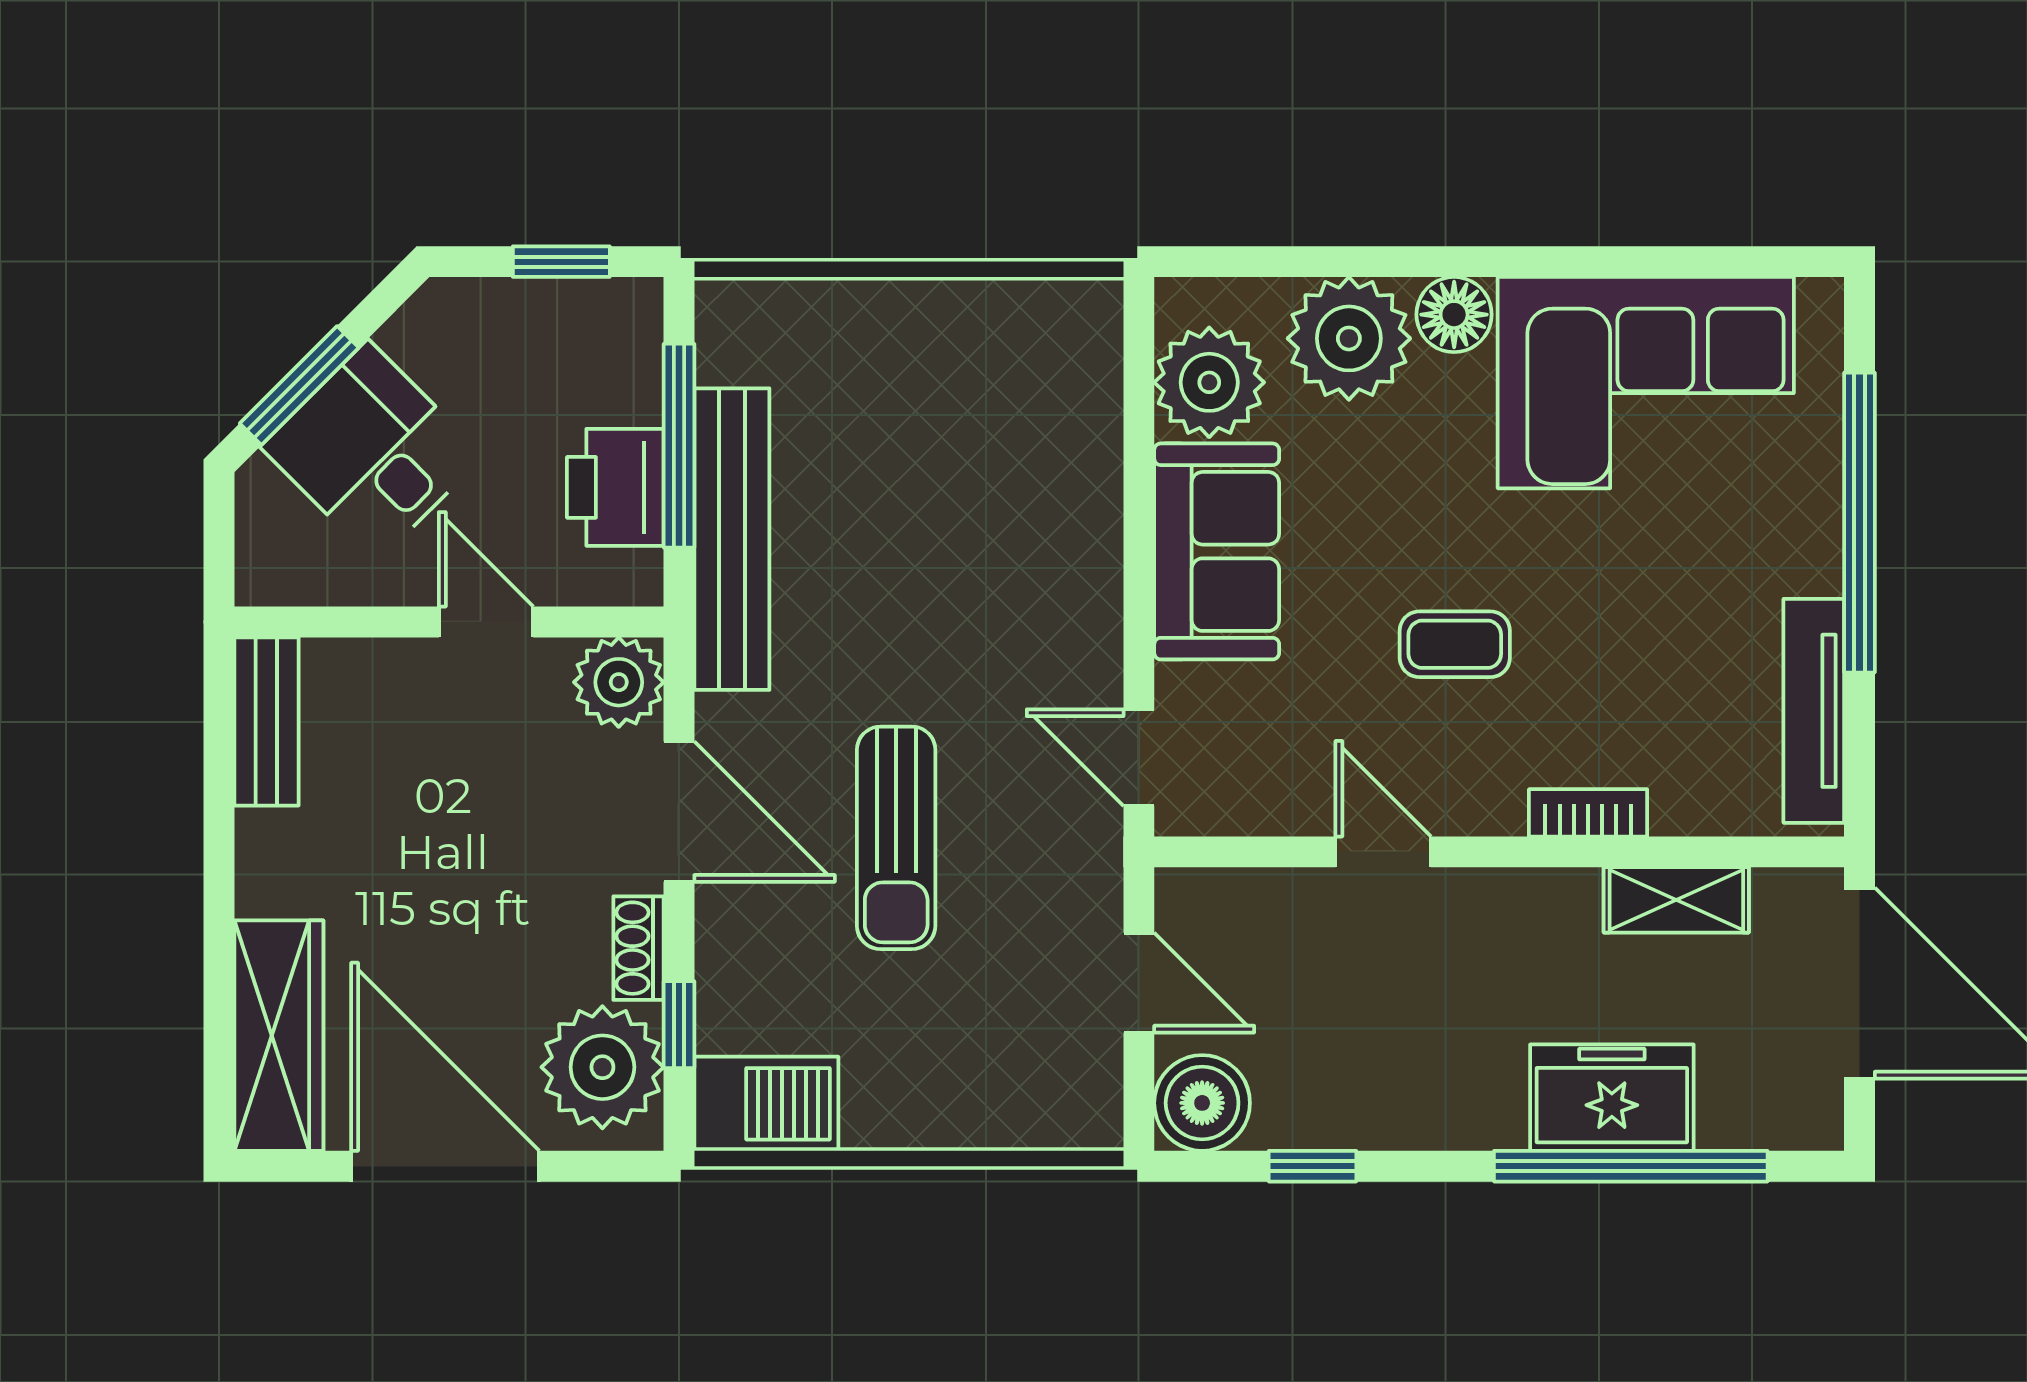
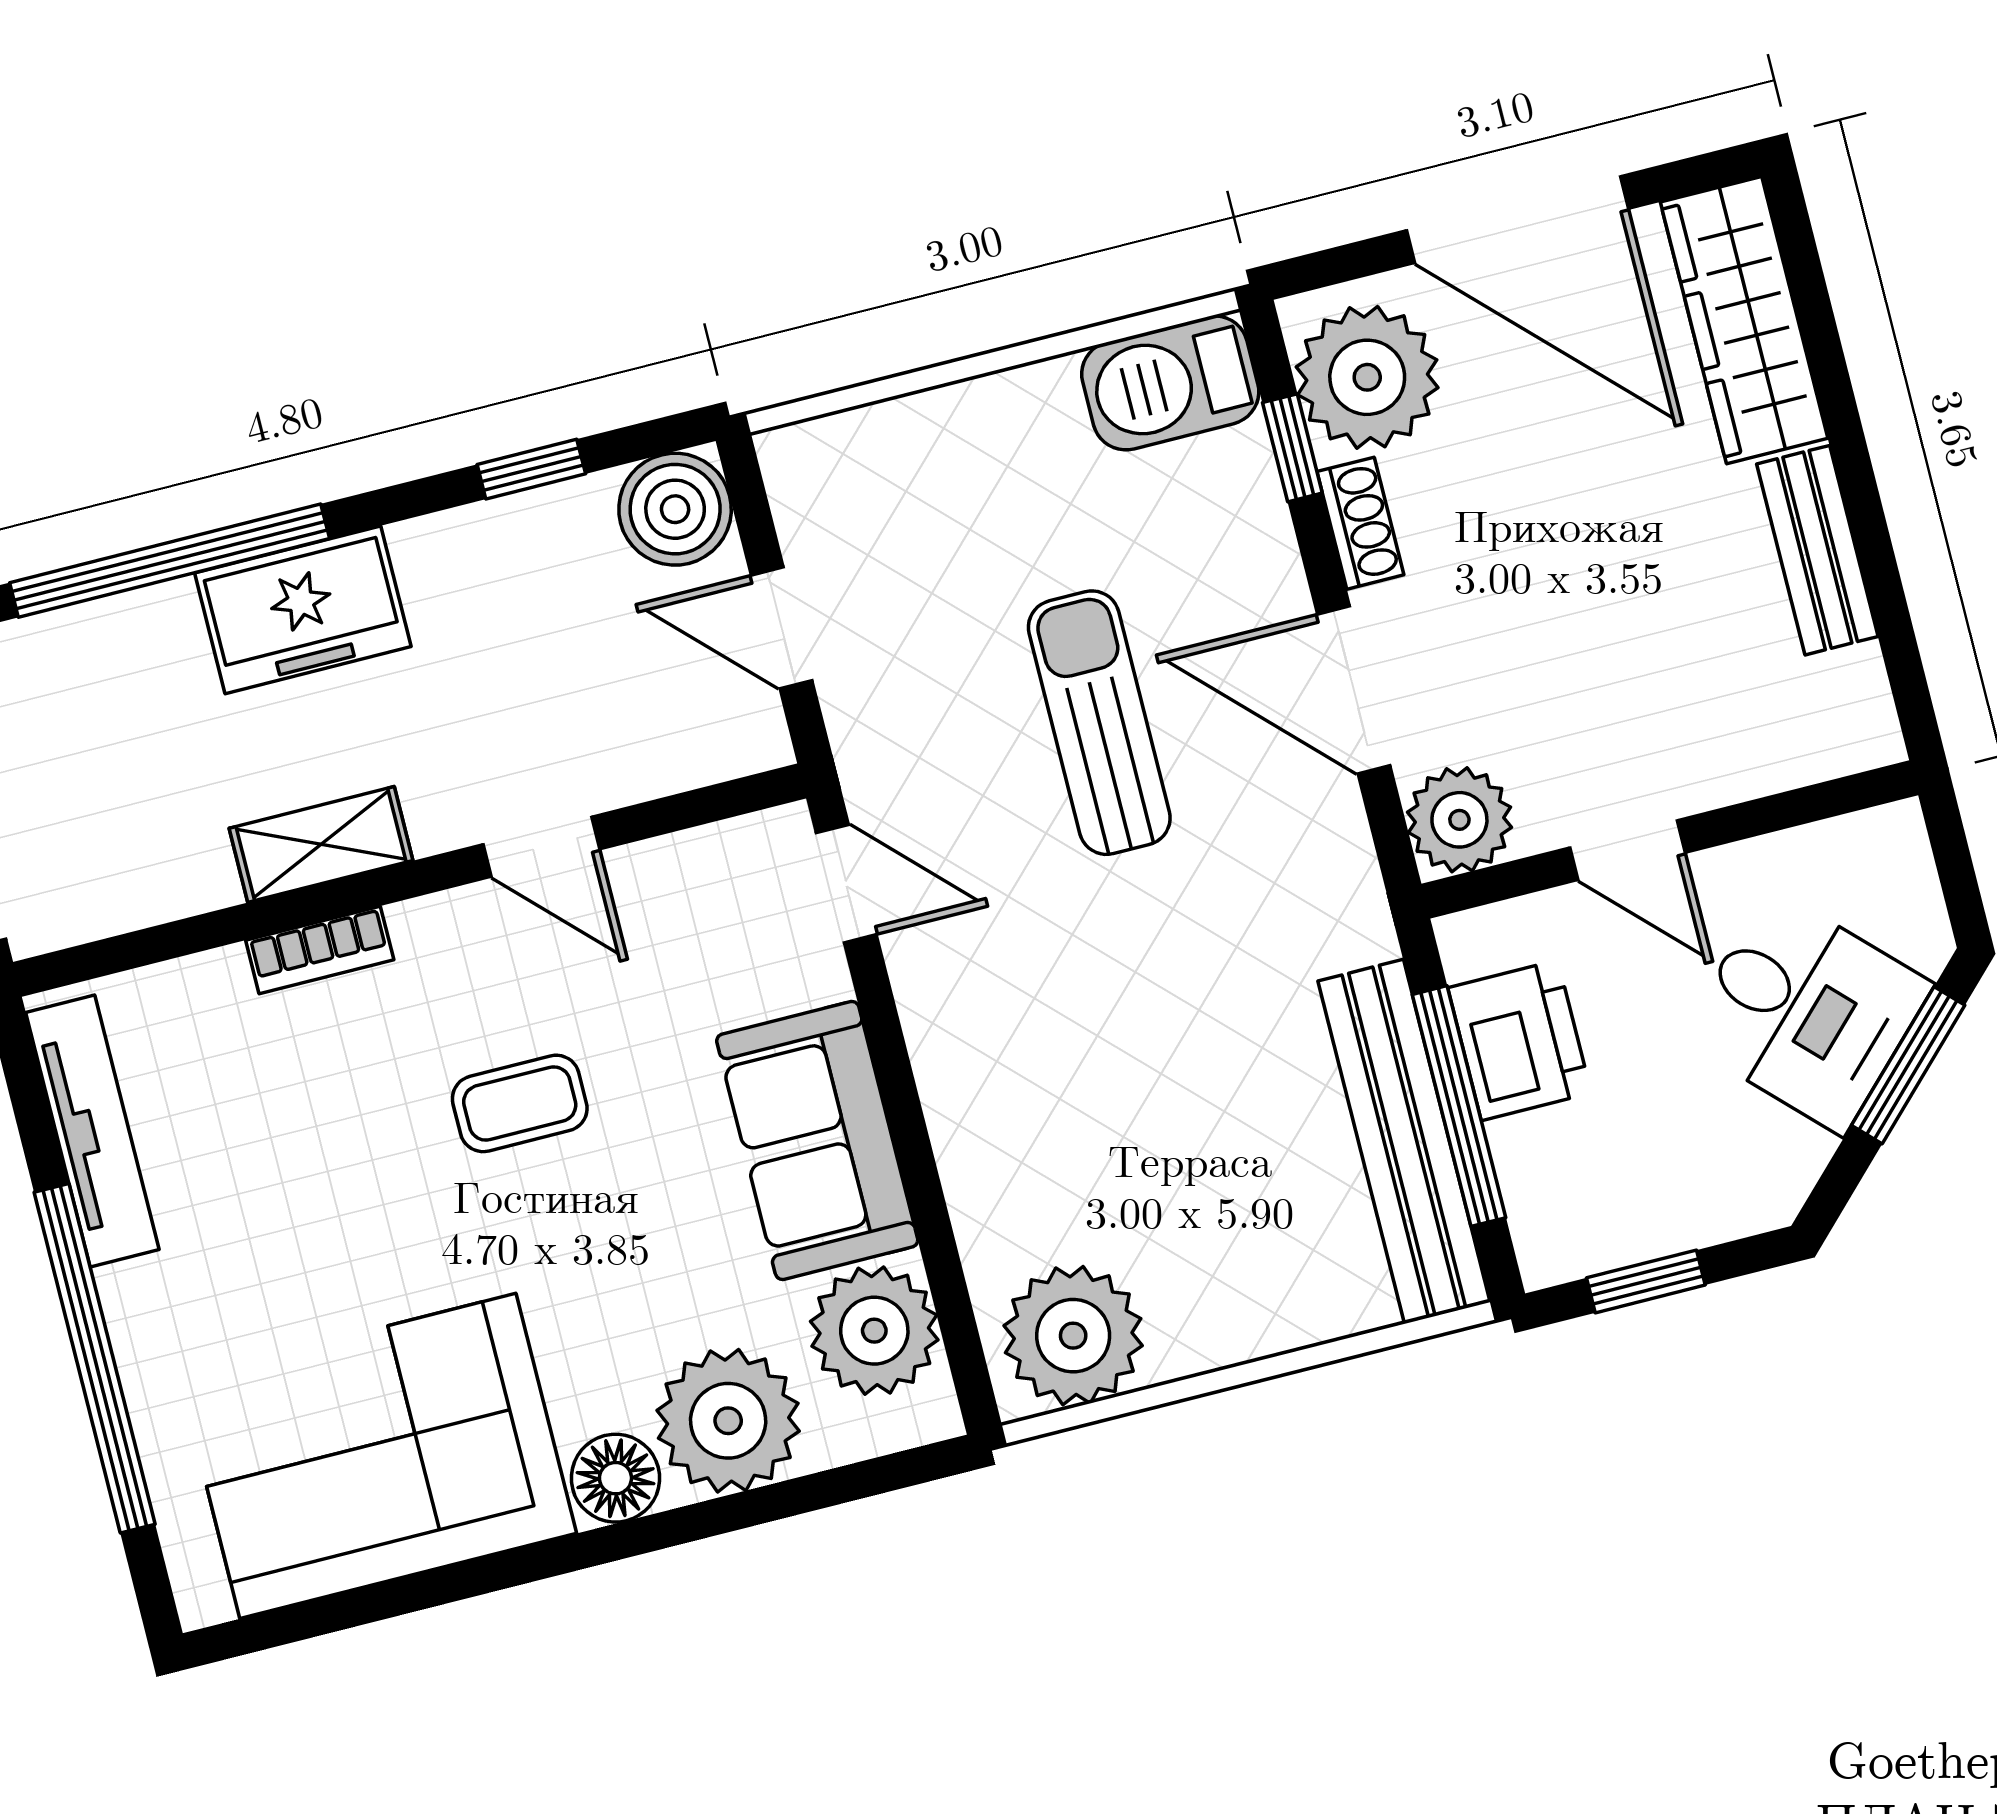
plant: (1046, 337) -> (1073, 1336), added
bench: (732, 539) -> (1404, 1142), moved
bench: (267, 721) -> (1817, 550), moved
shelving: (1676, 900) -> (321, 844), moved
freezer: (1612, 1098) -> (303, 610), moved

